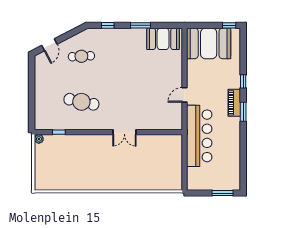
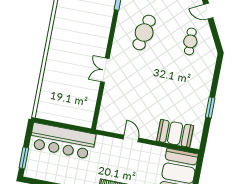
window: (108, 25) -> (217, 74), removed
booth: (163, 39) -> (175, 133), moved, turned 90
bar counter: (199, 136) -> (62, 141), moved

